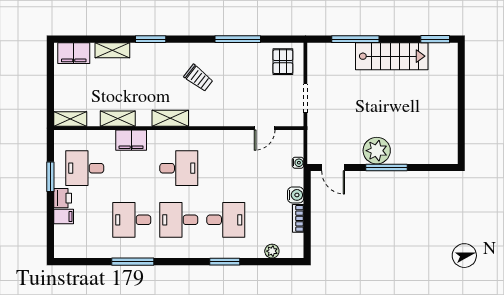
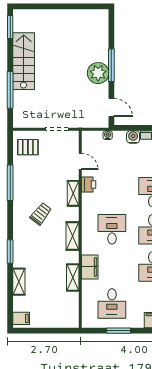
filing cabinet: (74, 53) -> (21, 318), width x0.50
shelving: (70, 119) -> (73, 193), moved
door: (333, 167) -> (111, 107), hinge flipped
printer: (63, 198) -> (89, 185), moved, turned 90

